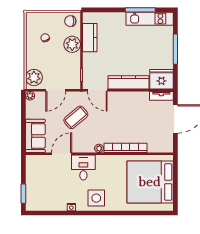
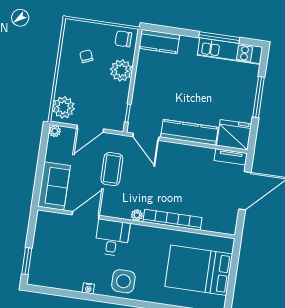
kitchen counter: (90, 38) -> (159, 42), moved, turned 90
coffee table: (76, 117) -> (112, 169), turned -50
bed: (150, 182) -> (199, 270), width x0.73

